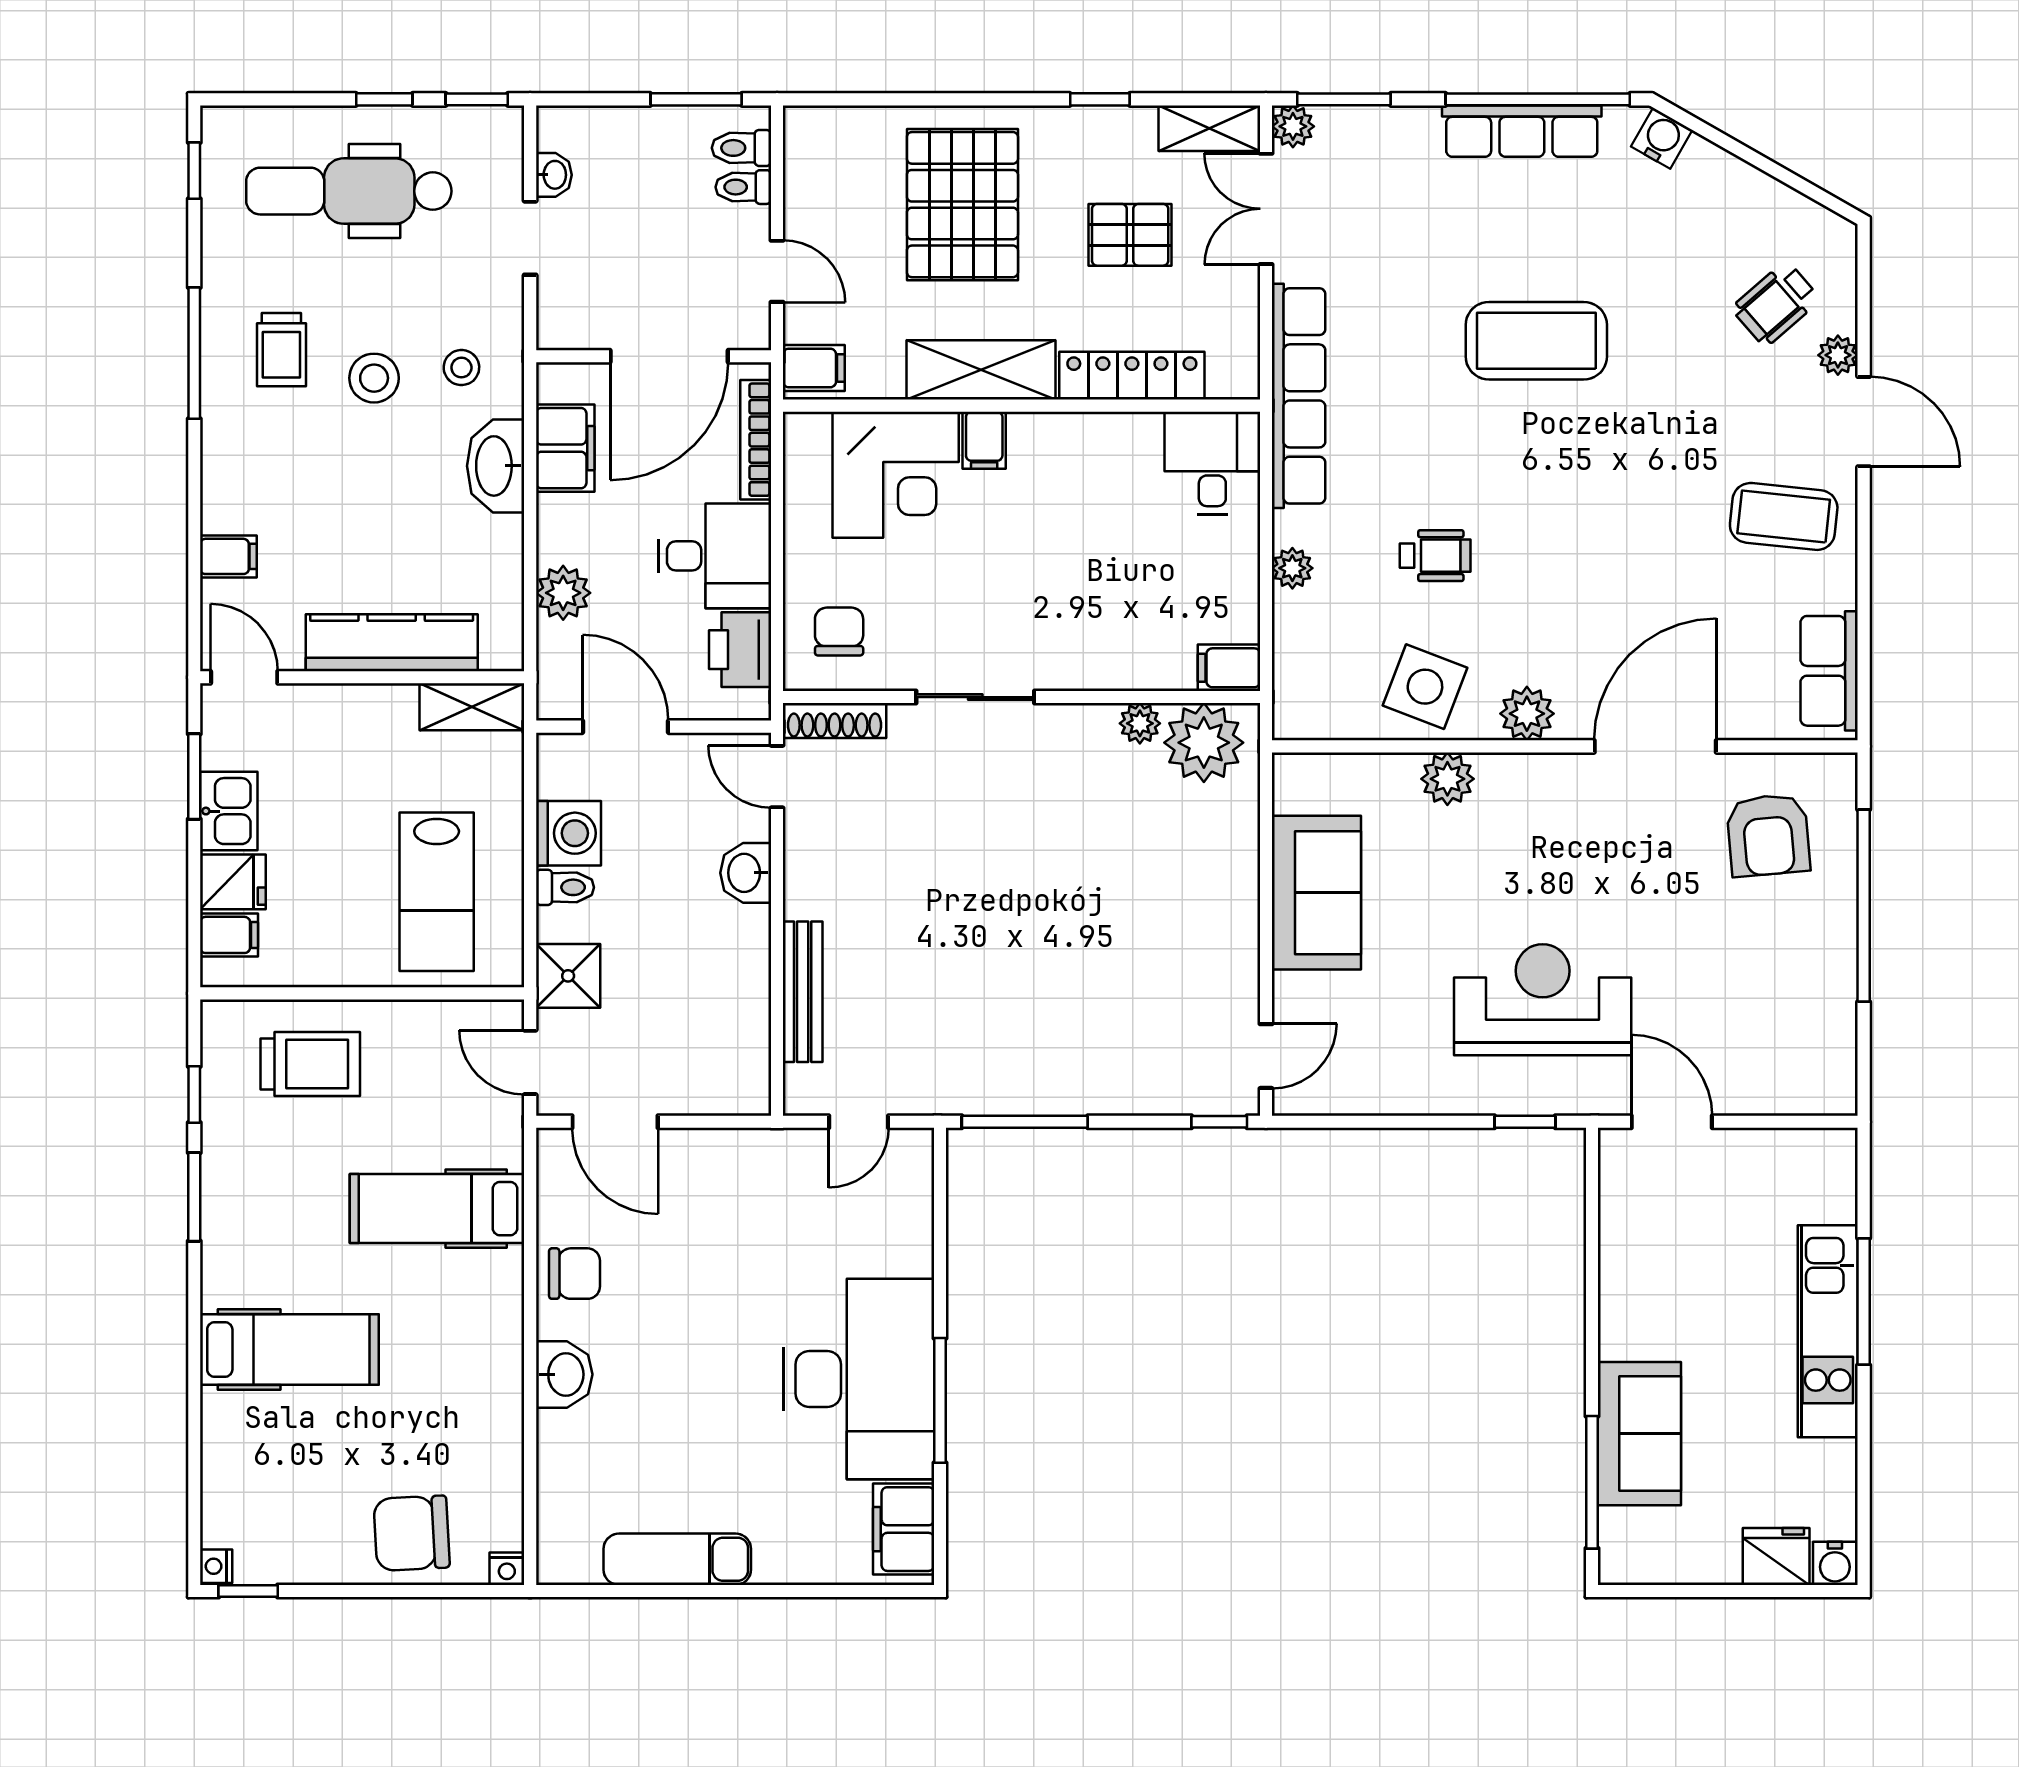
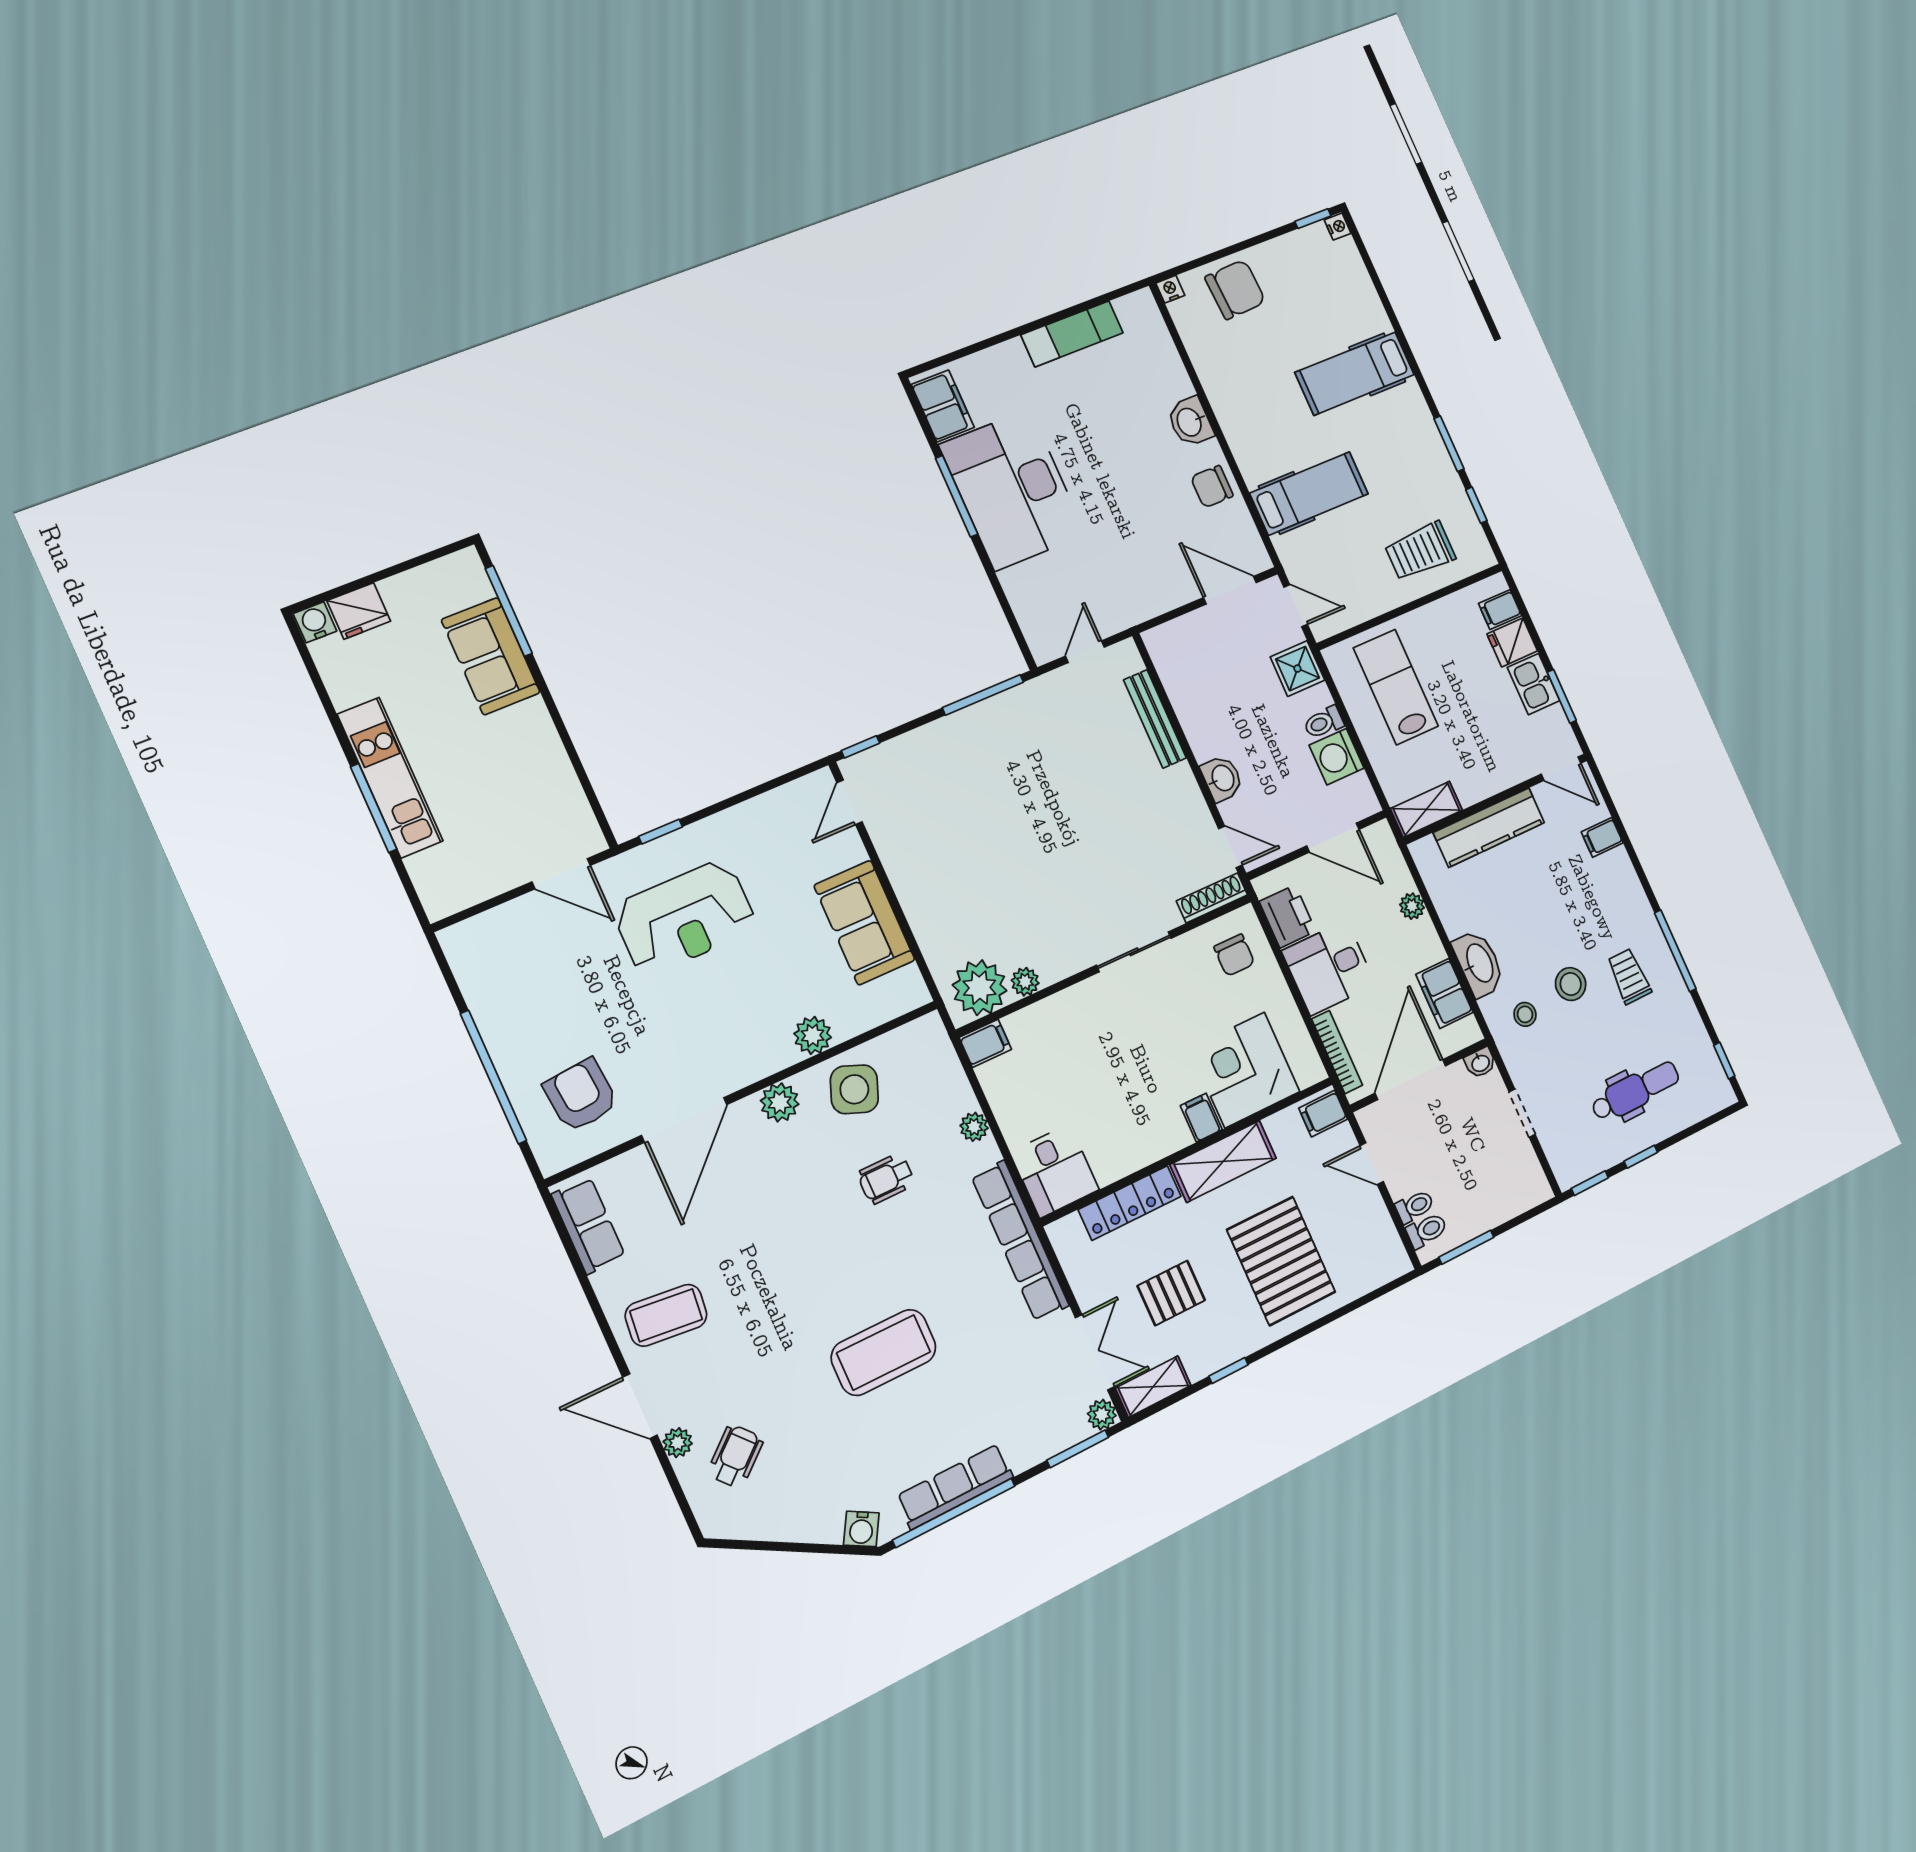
washbasin: (554, 175) -> (1480, 1063), moved, turned -90
dental chair: (349, 191) -> (1635, 1091), width x0.73, depth x0.72
plant: (563, 593) -> (1412, 906), width x0.73, depth x0.73

